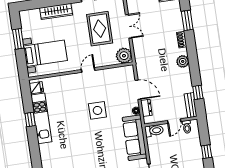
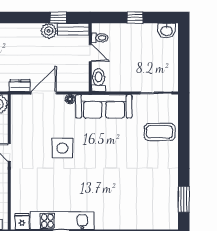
plant: (183, 61) -> (49, 31), moved
dresser: (146, 108) -> (20, 86), moved

